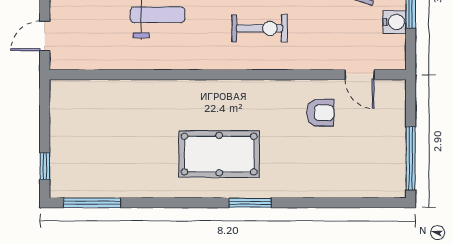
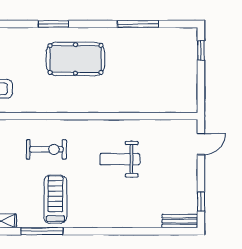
exercise bike: (260, 28) -> (46, 149), turned 180
window: (92, 203) -> (138, 24), moved

